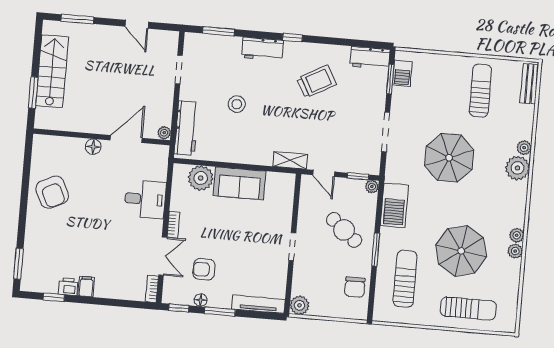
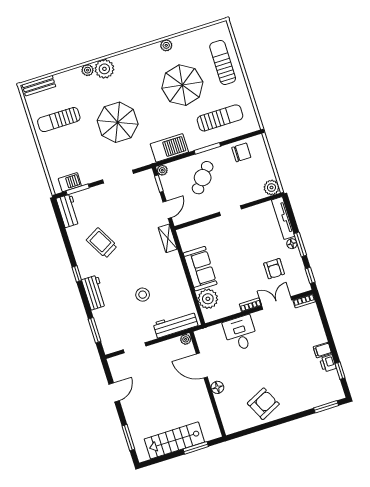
plant: (517, 235) -> (154, 49), removed
sun lounger: (405, 279) -> (220, 118), turned 180
floor lamp: (201, 300) -> (292, 244), moved

